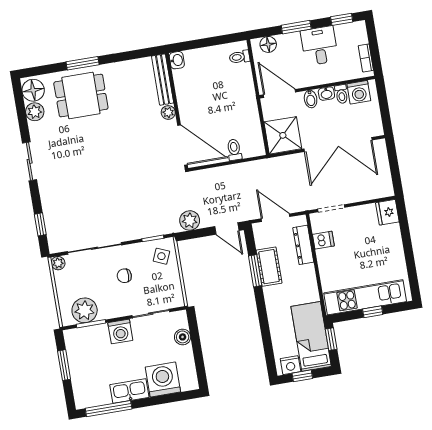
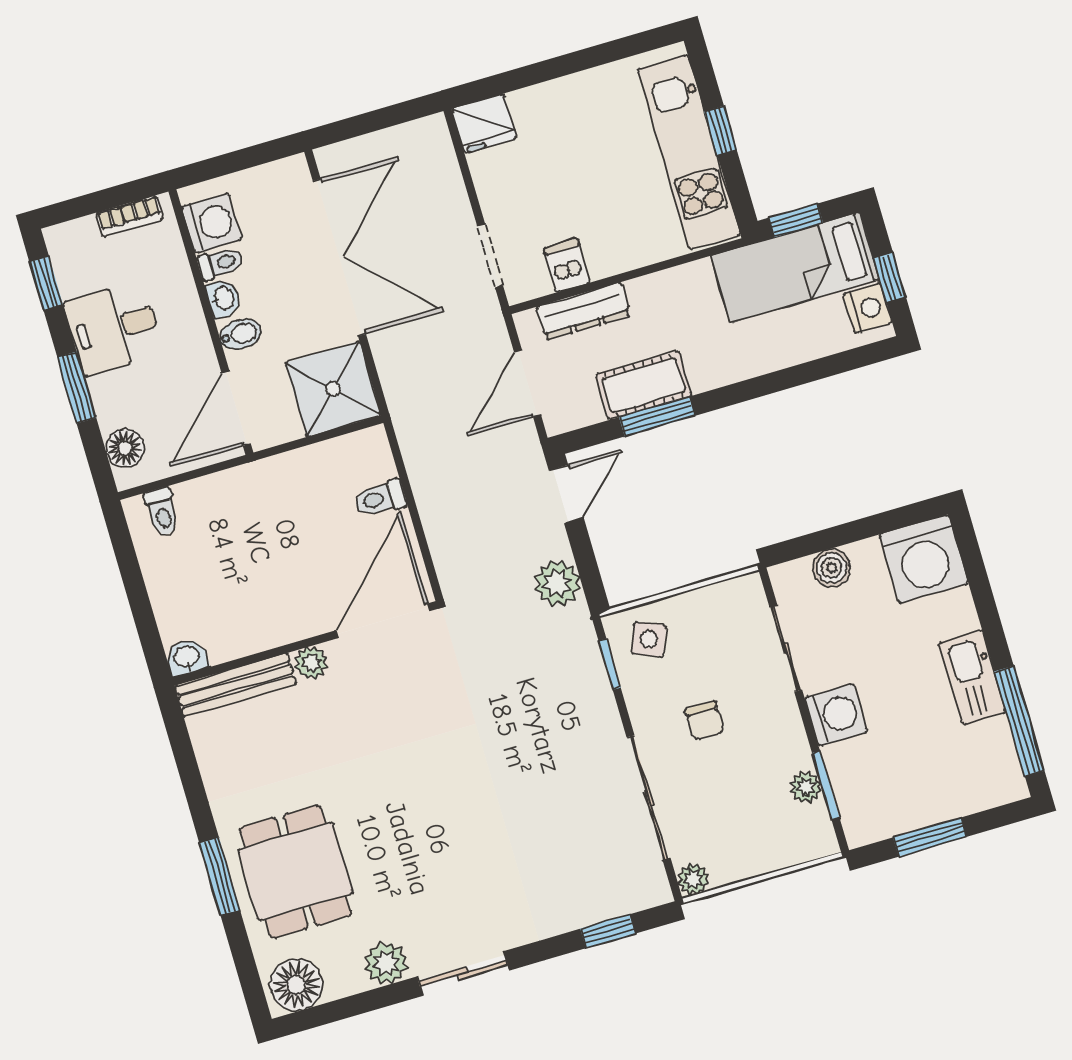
plant: (35, 112) -> (386, 963), moved
plant: (85, 310) -> (806, 787), width x0.53, depth x0.53
washing machine: (163, 379) -> (924, 559), moved, turned -90

